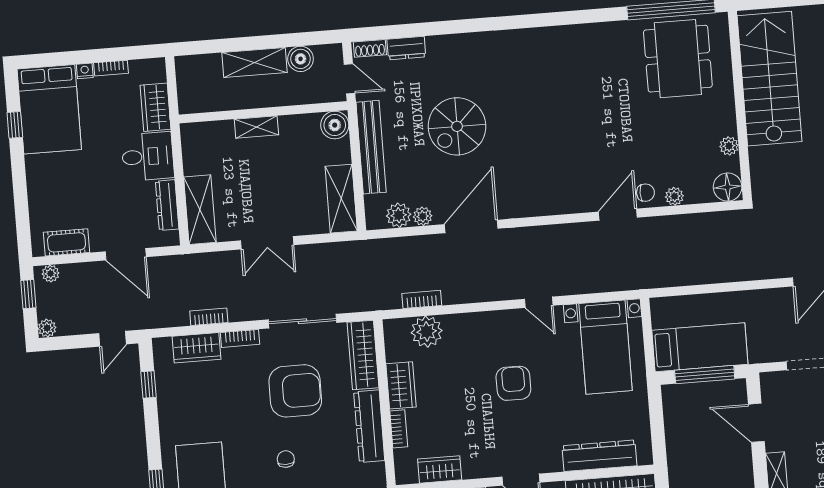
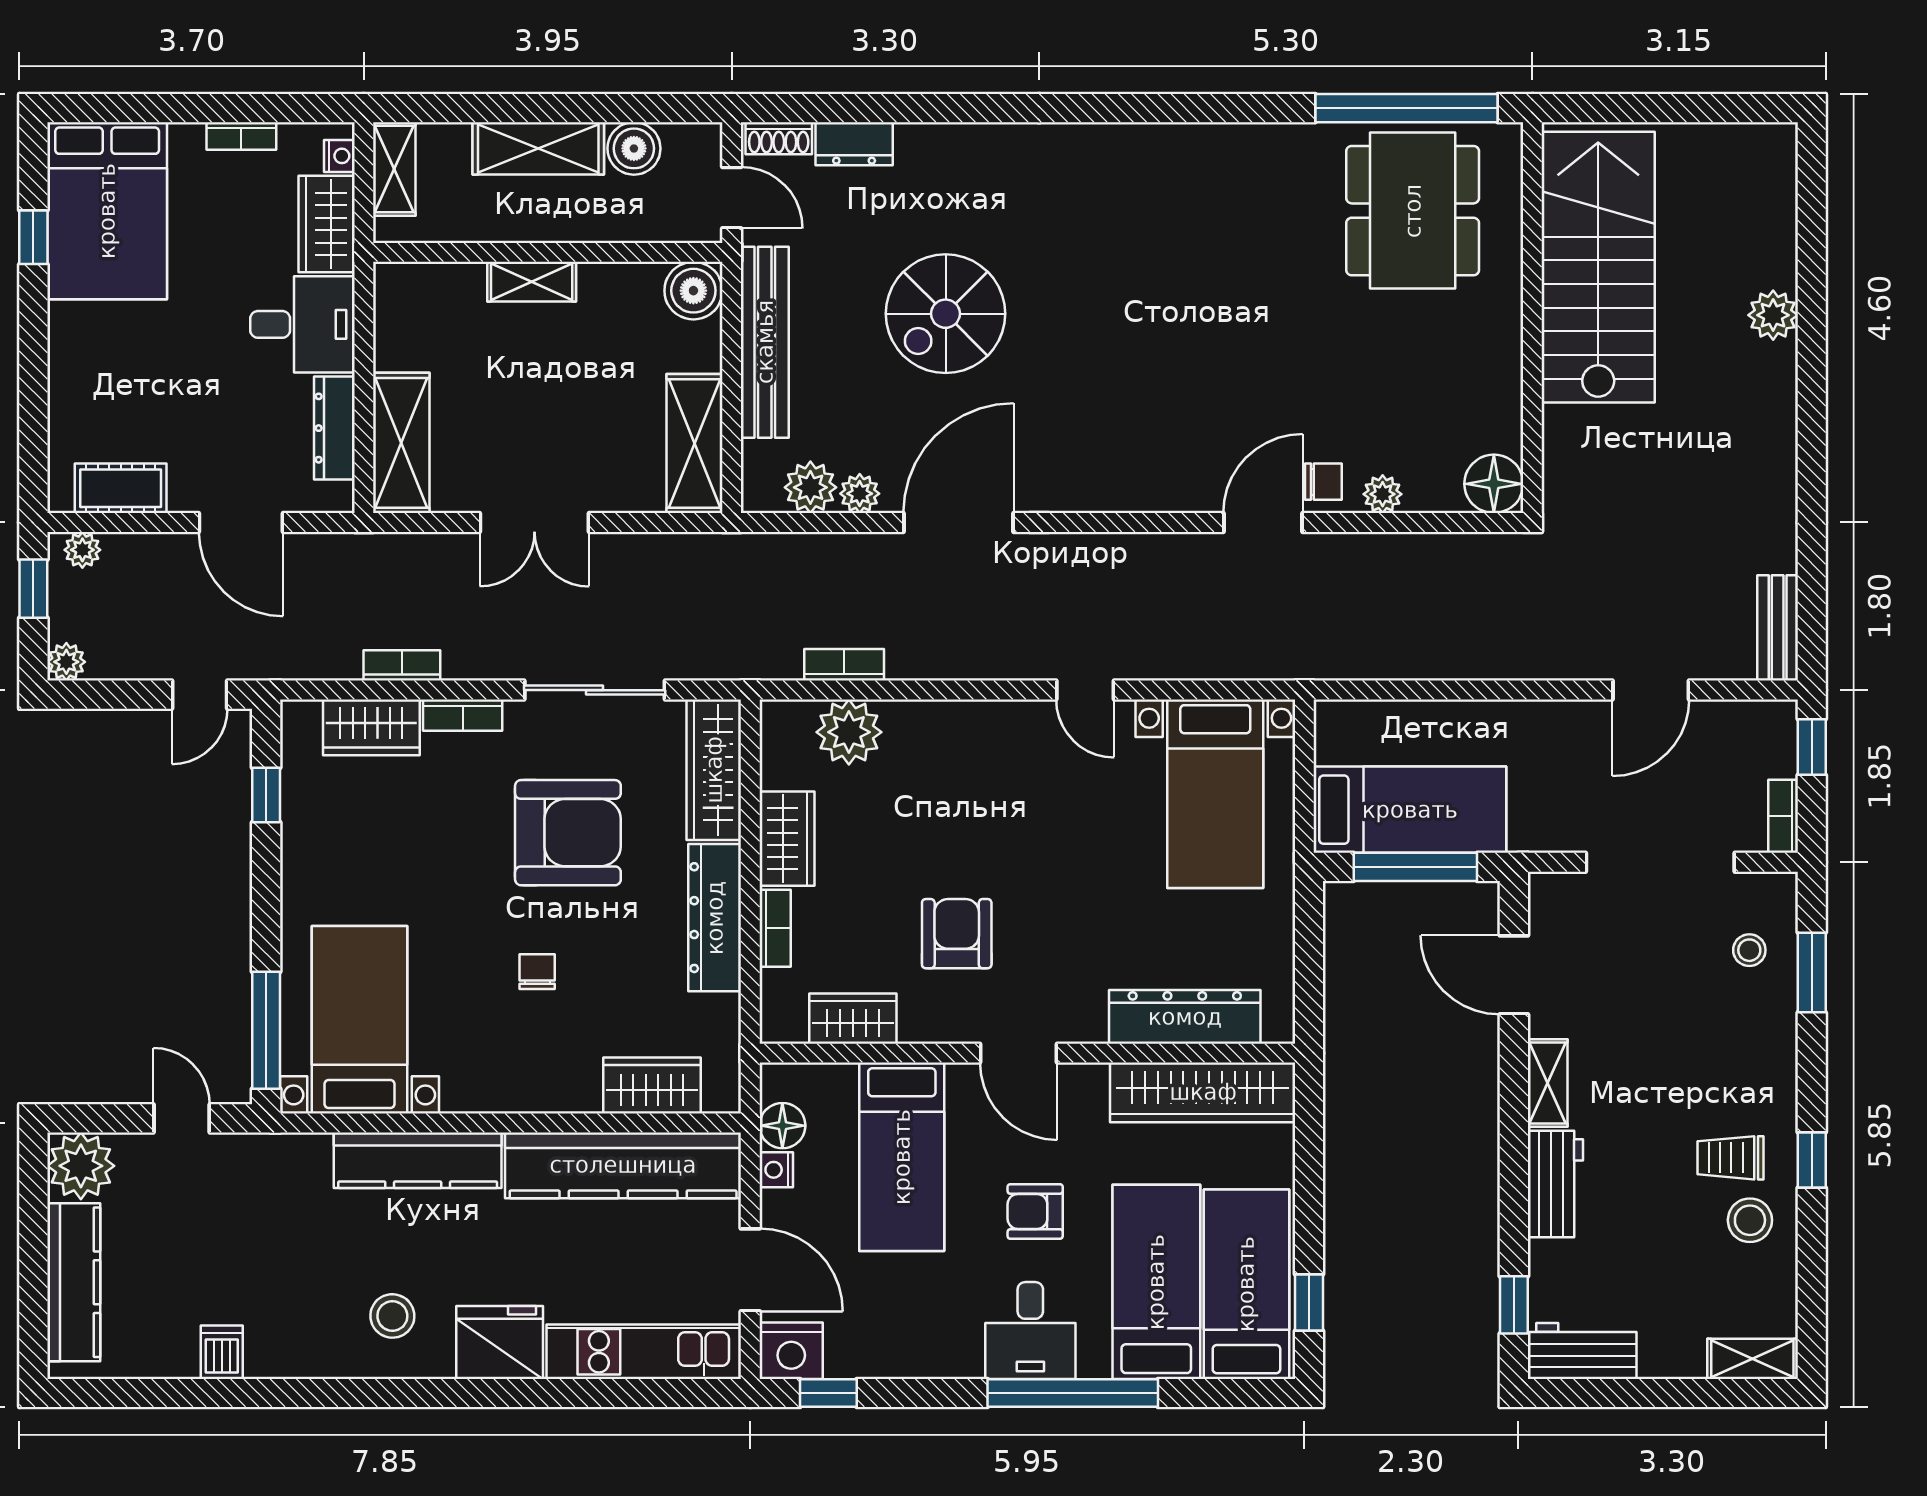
nightstand: (85, 71) -> (339, 156), moved, turned 90
shelving: (186, 78) -> (394, 169), added
plant: (729, 146) -> (1504, 399), removed
armchair: (513, 383) -> (957, 934), moved

